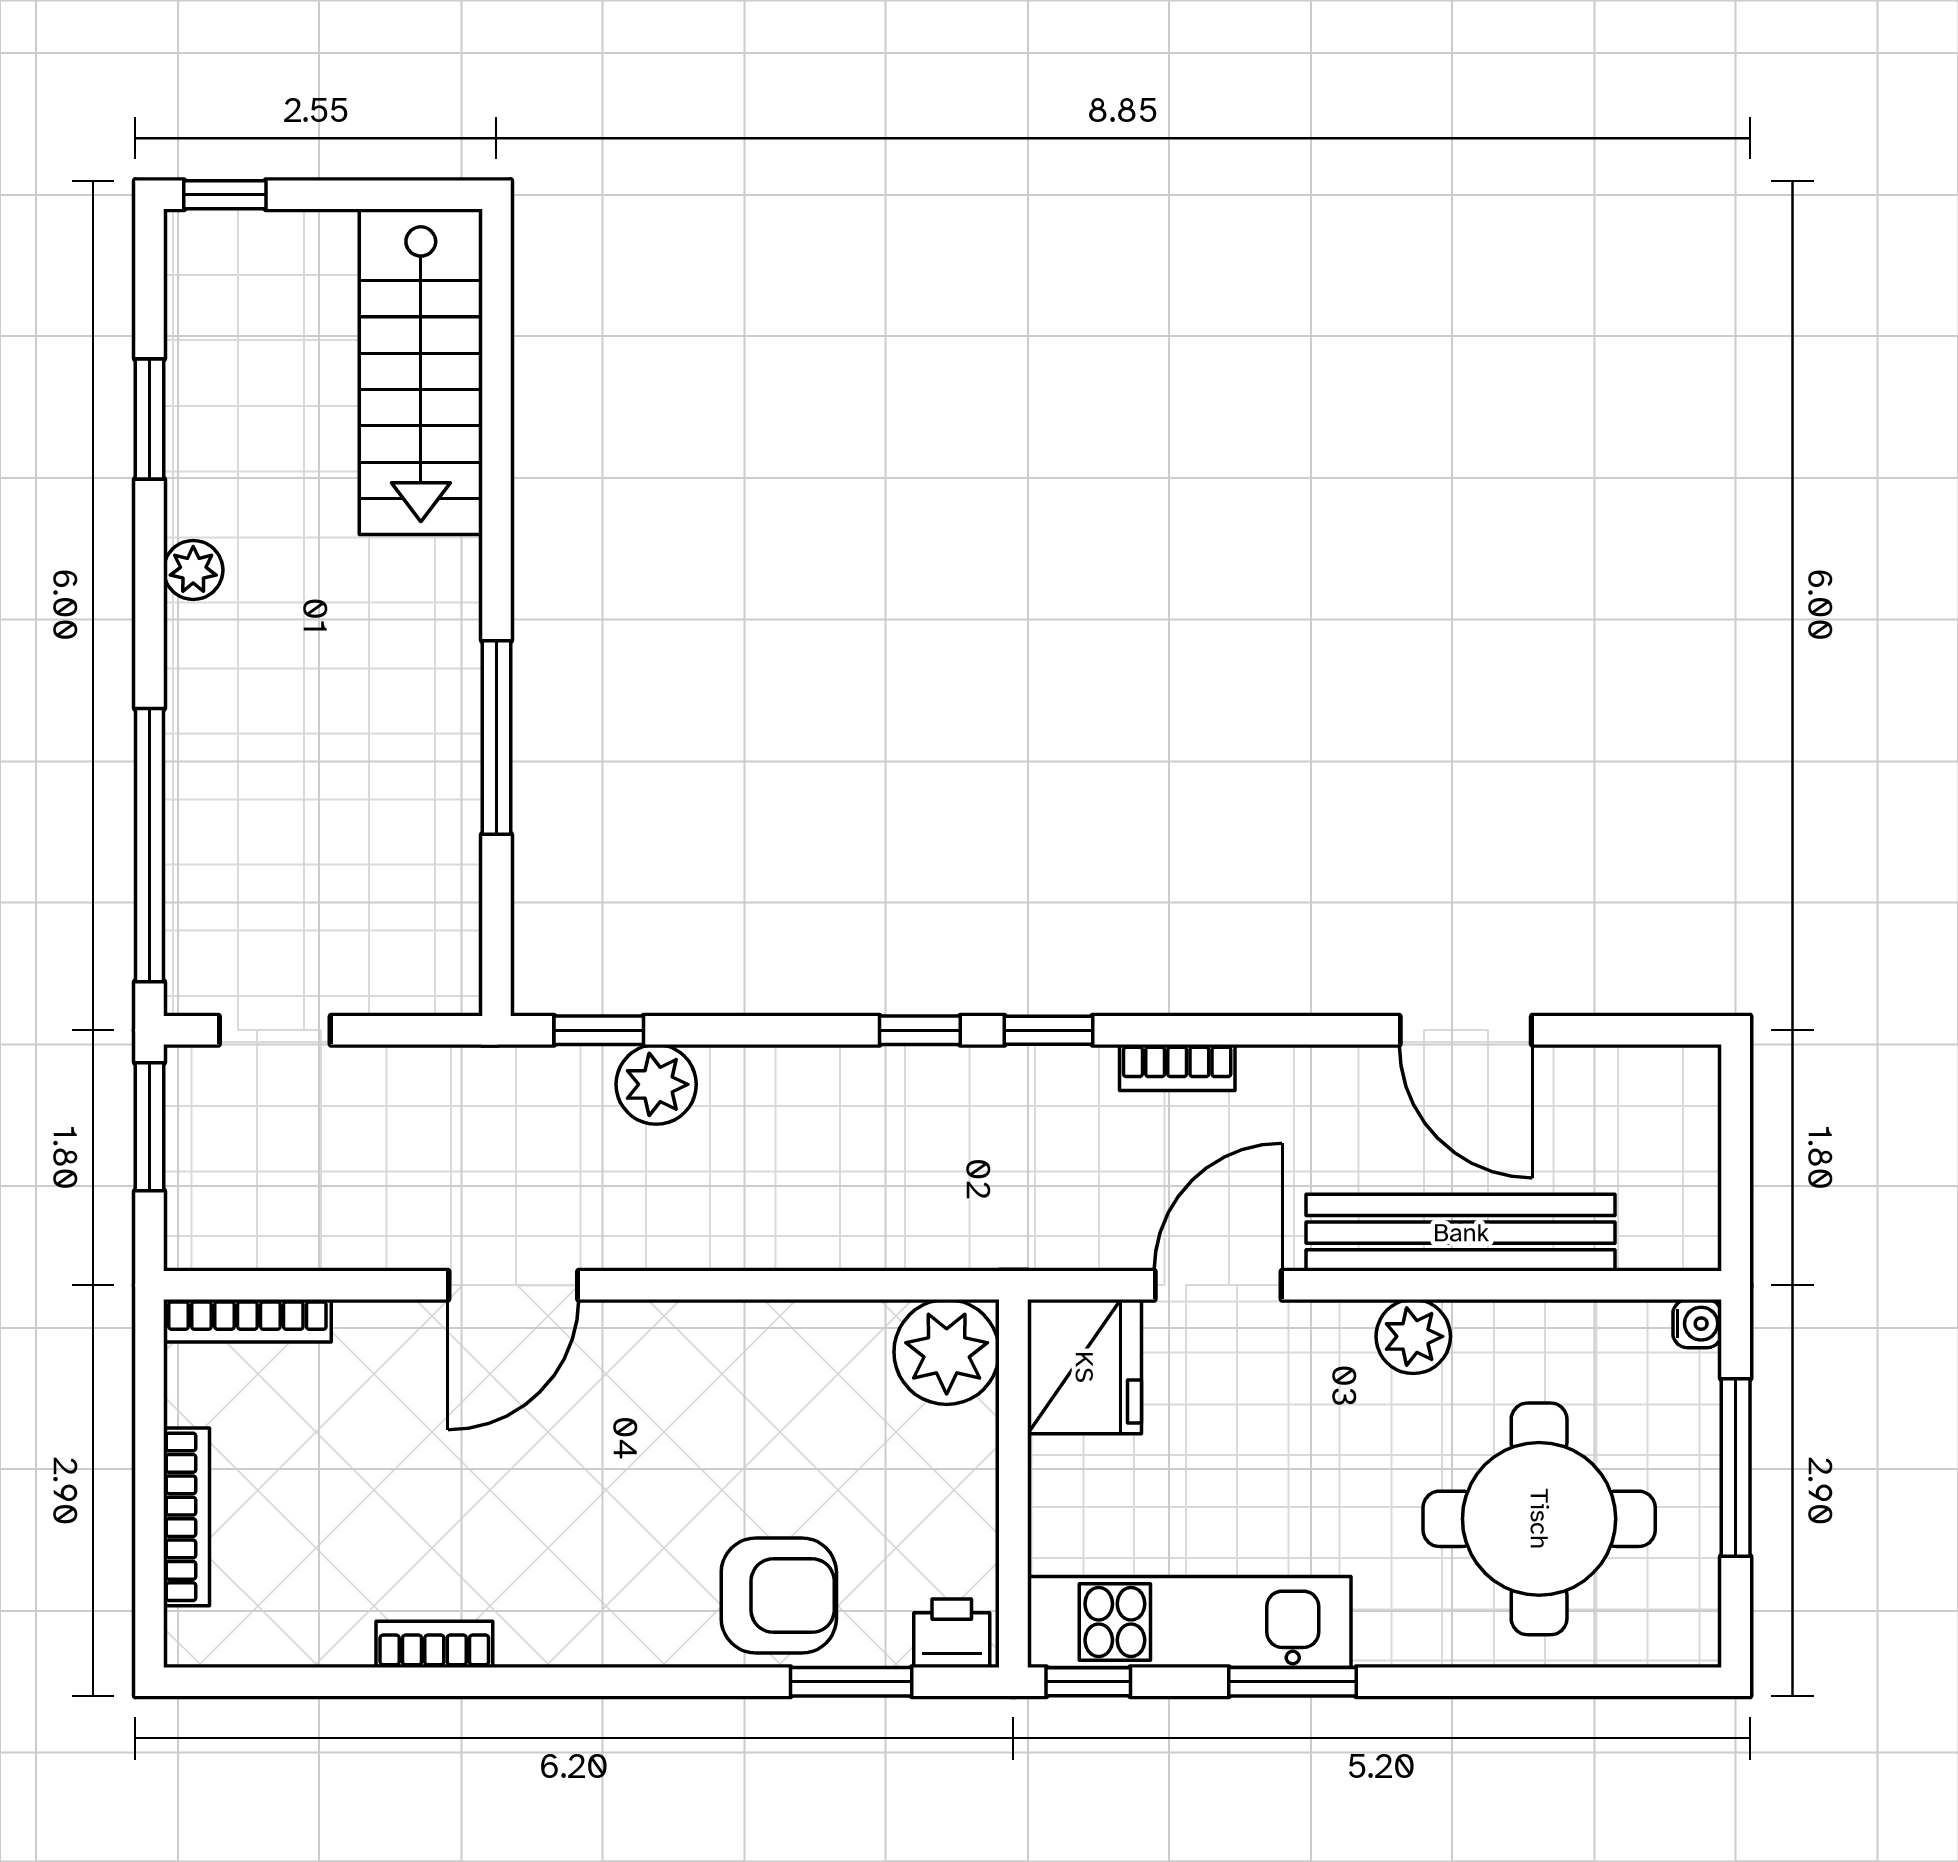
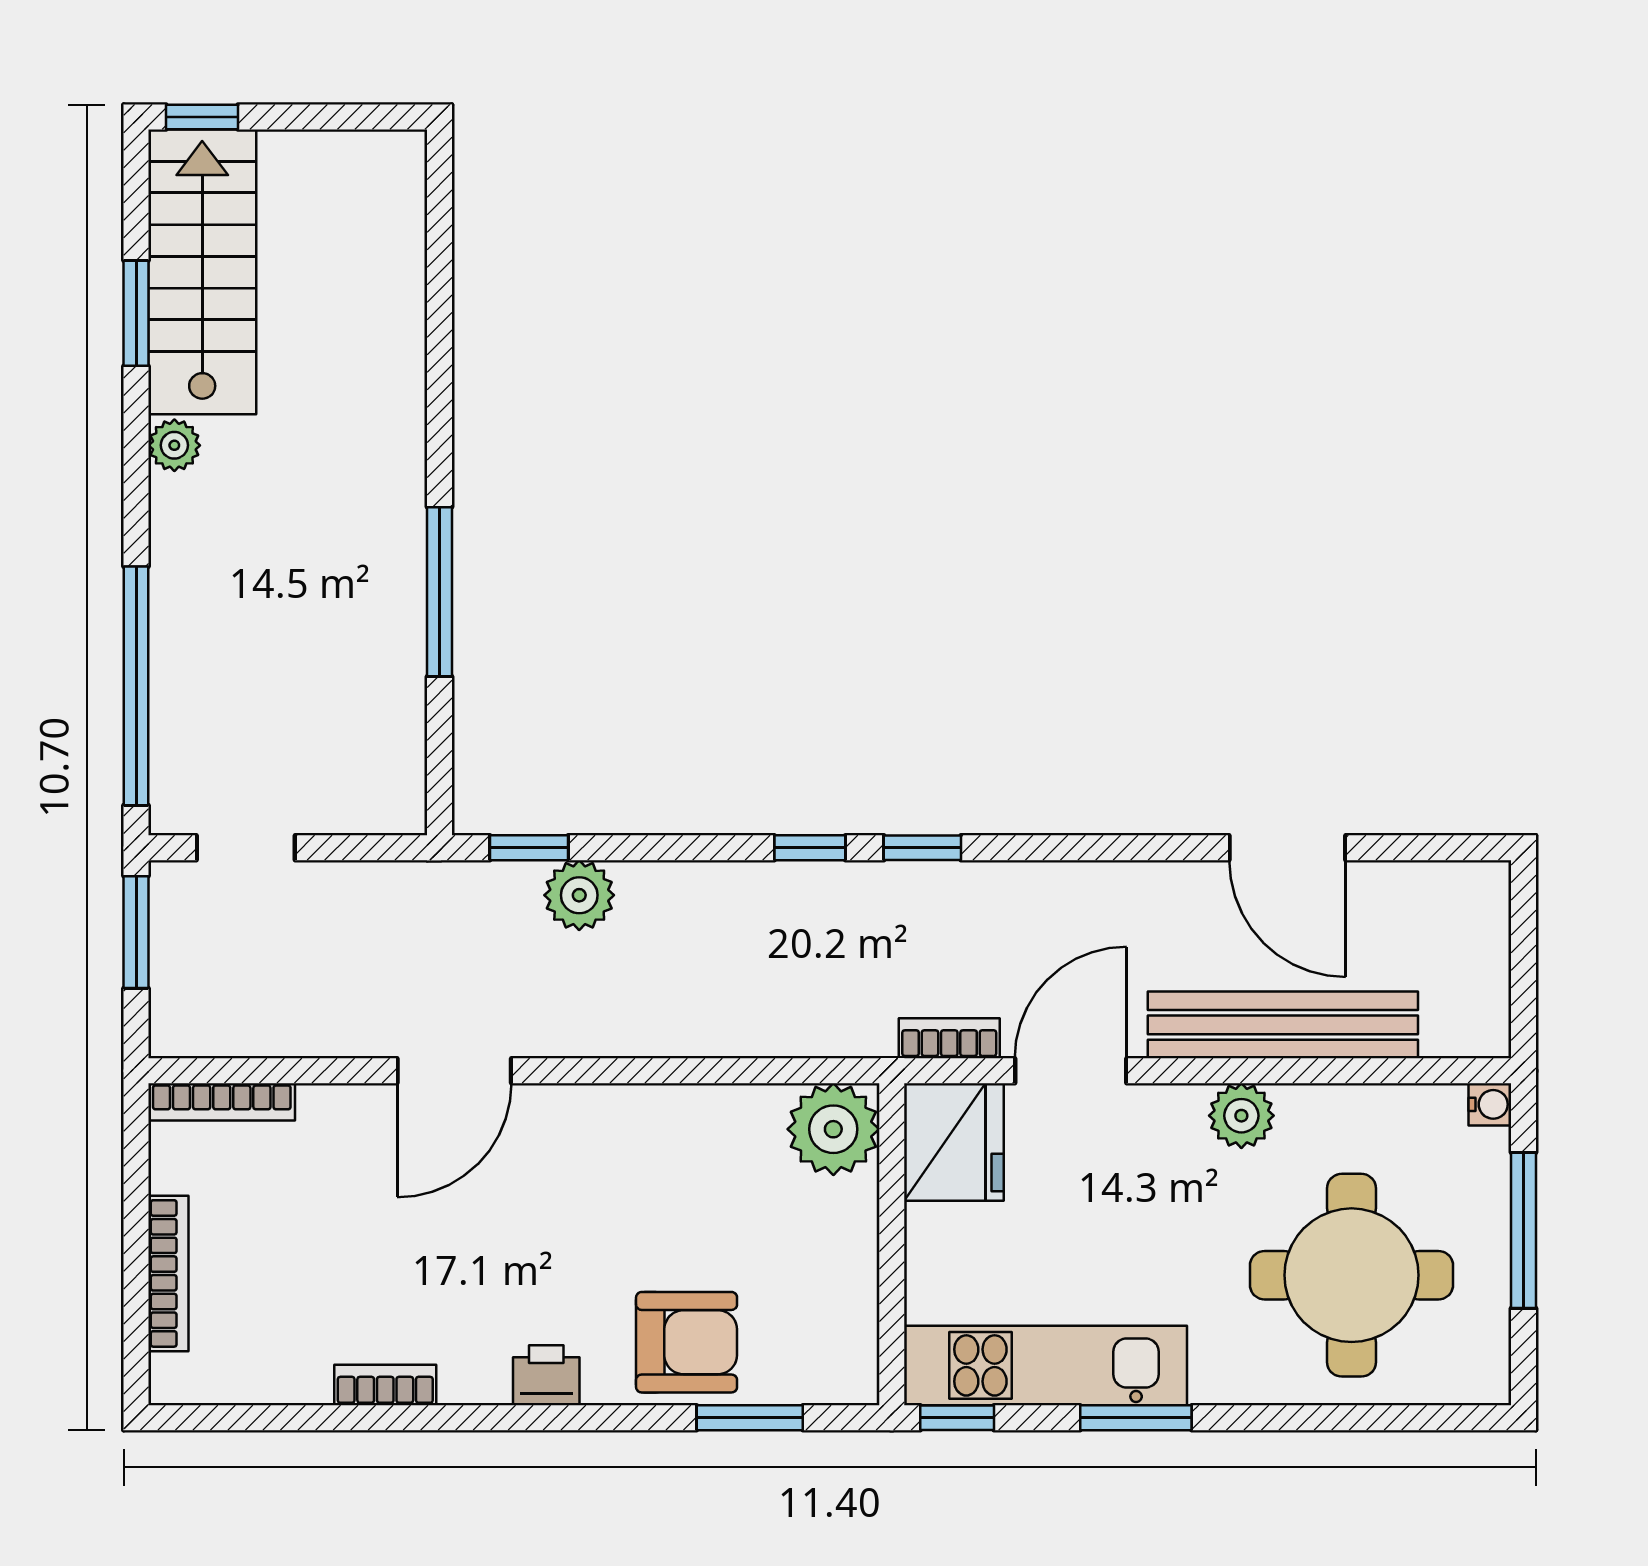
stairs: (421, 372) -> (202, 272), moved, turned 180
bookcase: (1177, 1067) -> (949, 1038), moved, turned 180
printer: (952, 1633) -> (546, 1375), moved

